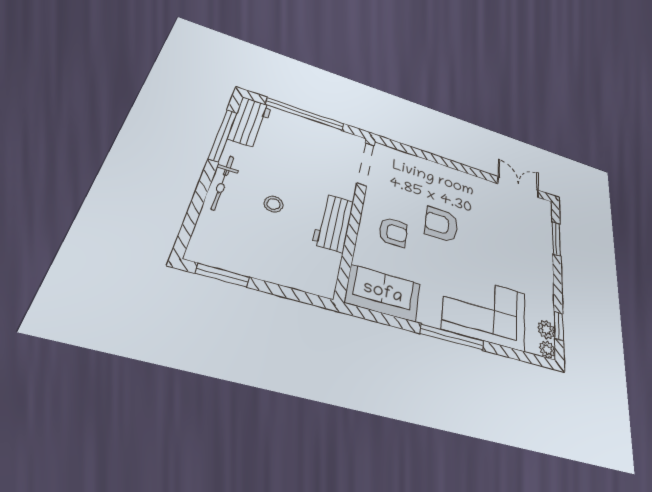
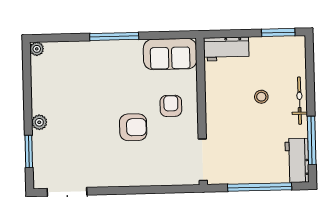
workbench: (333, 223) -> (226, 49), moved, turned 90
armchair: (393, 232) -> (171, 106), turned 90
corner sofa: (485, 311) -> (90, 65), removed
window: (559, 326) -> (27, 71), removed
plant: (546, 330) -> (39, 122), moved

